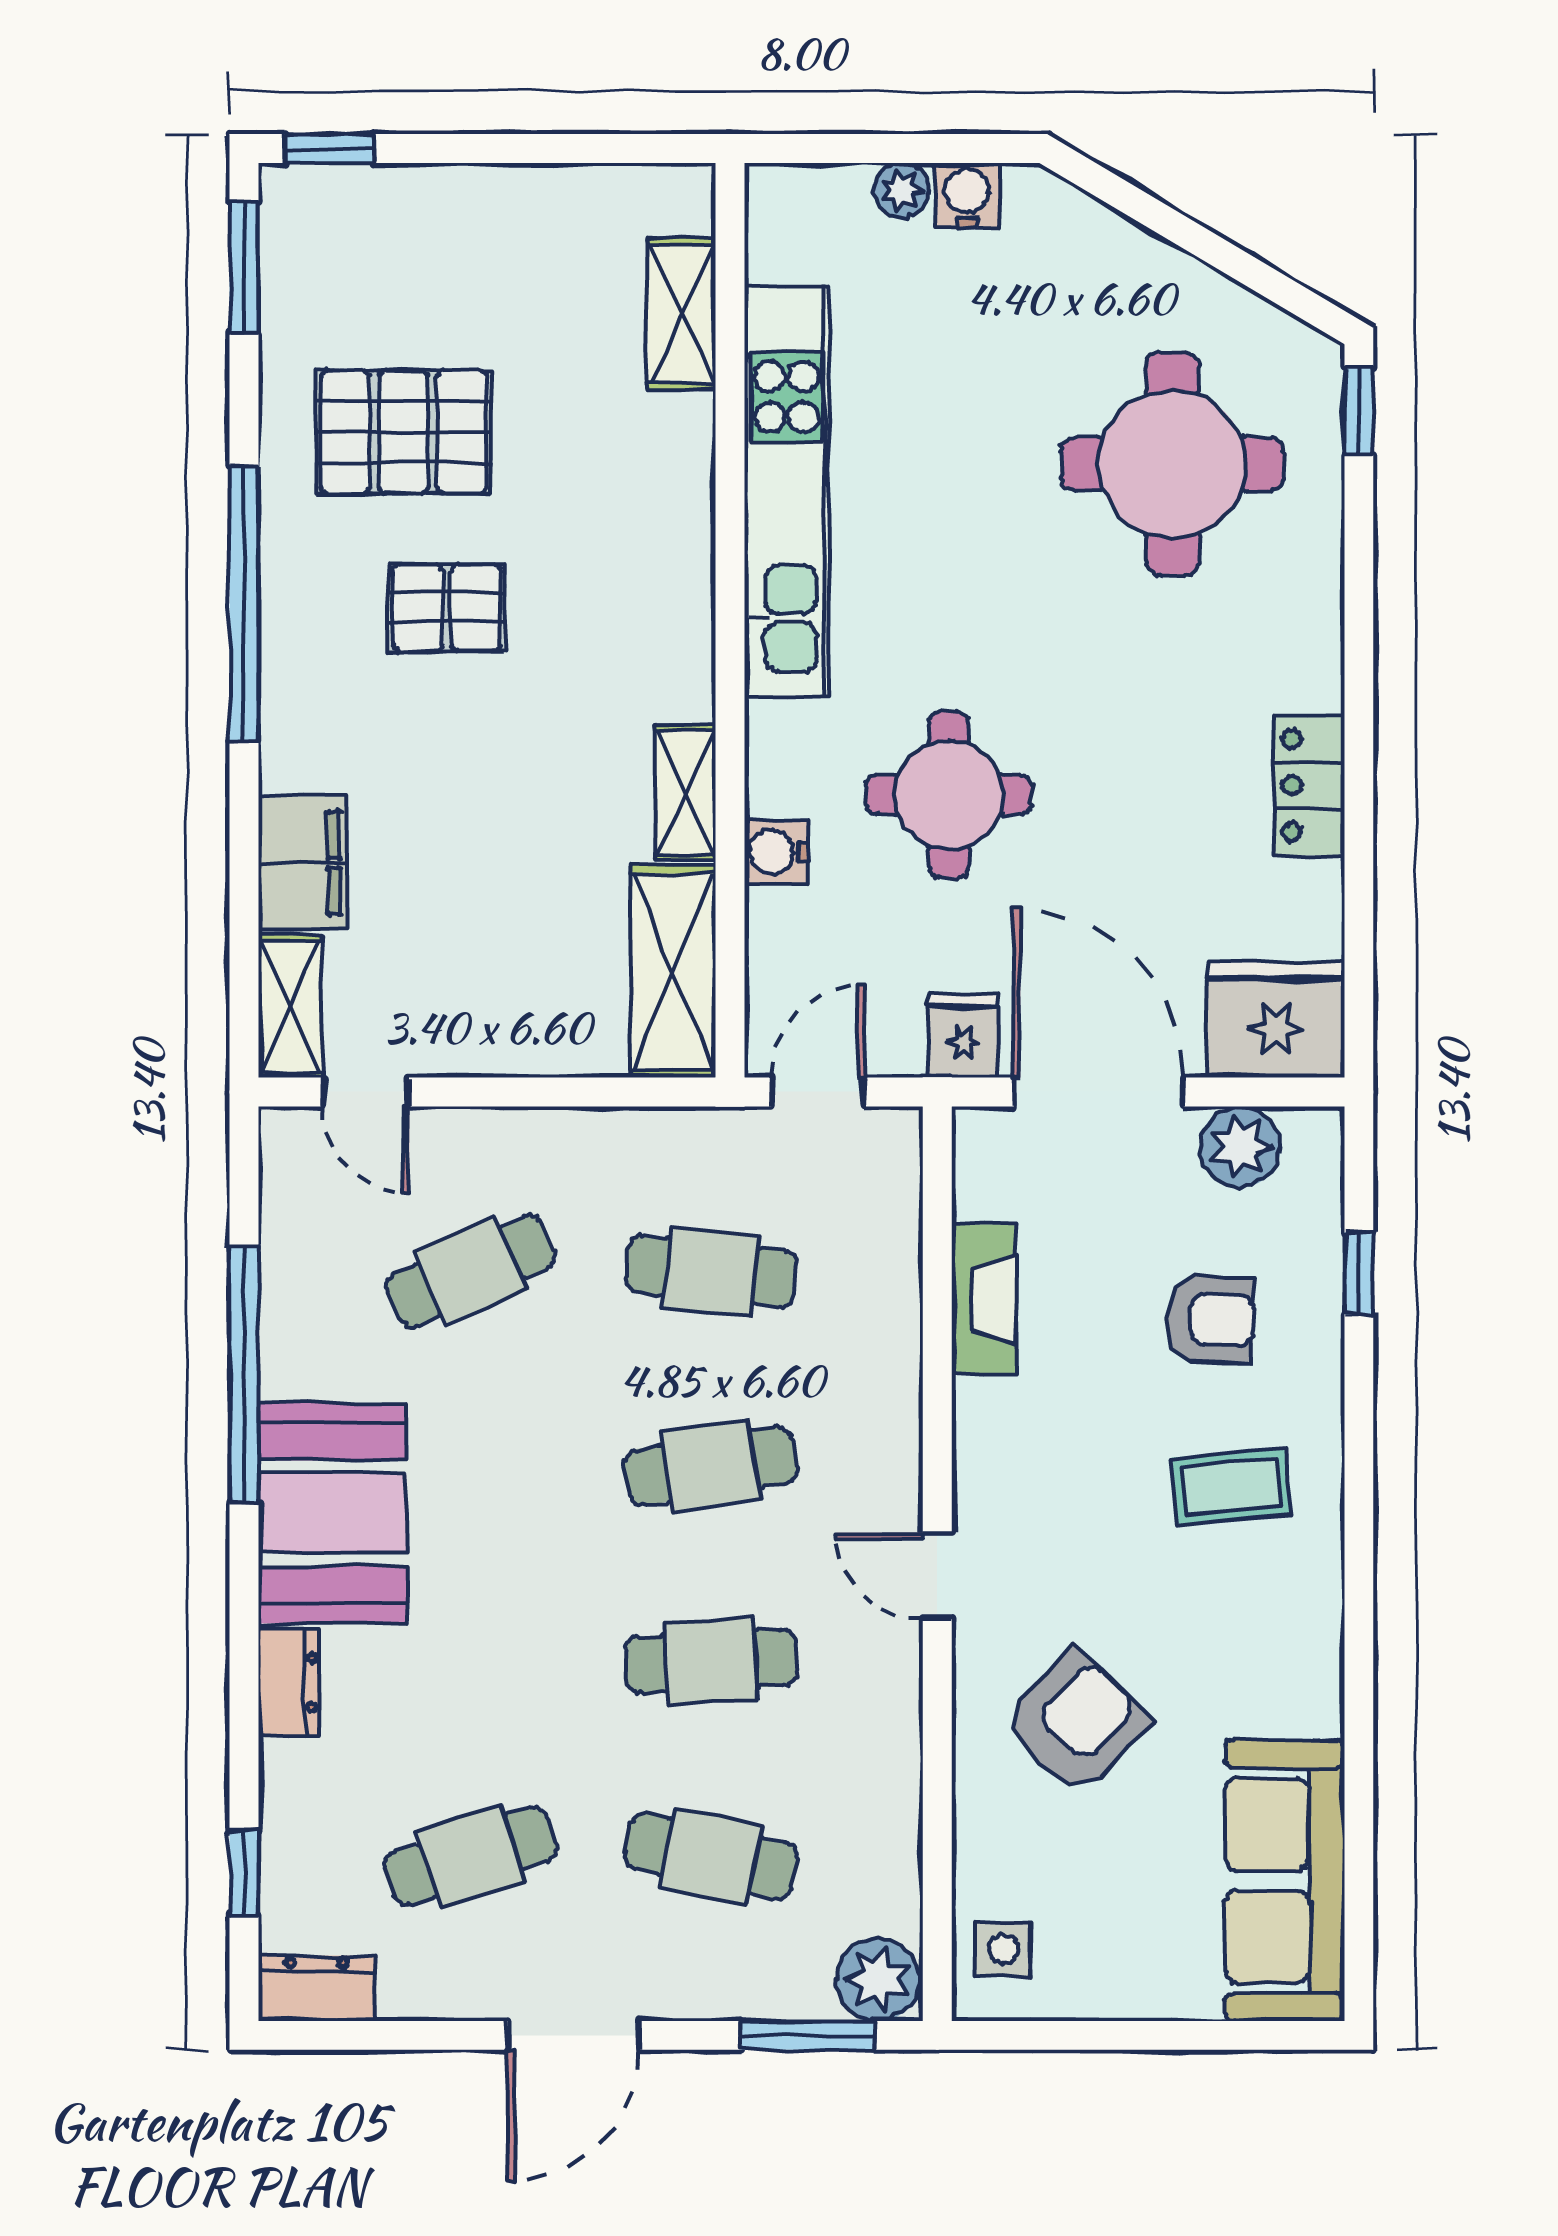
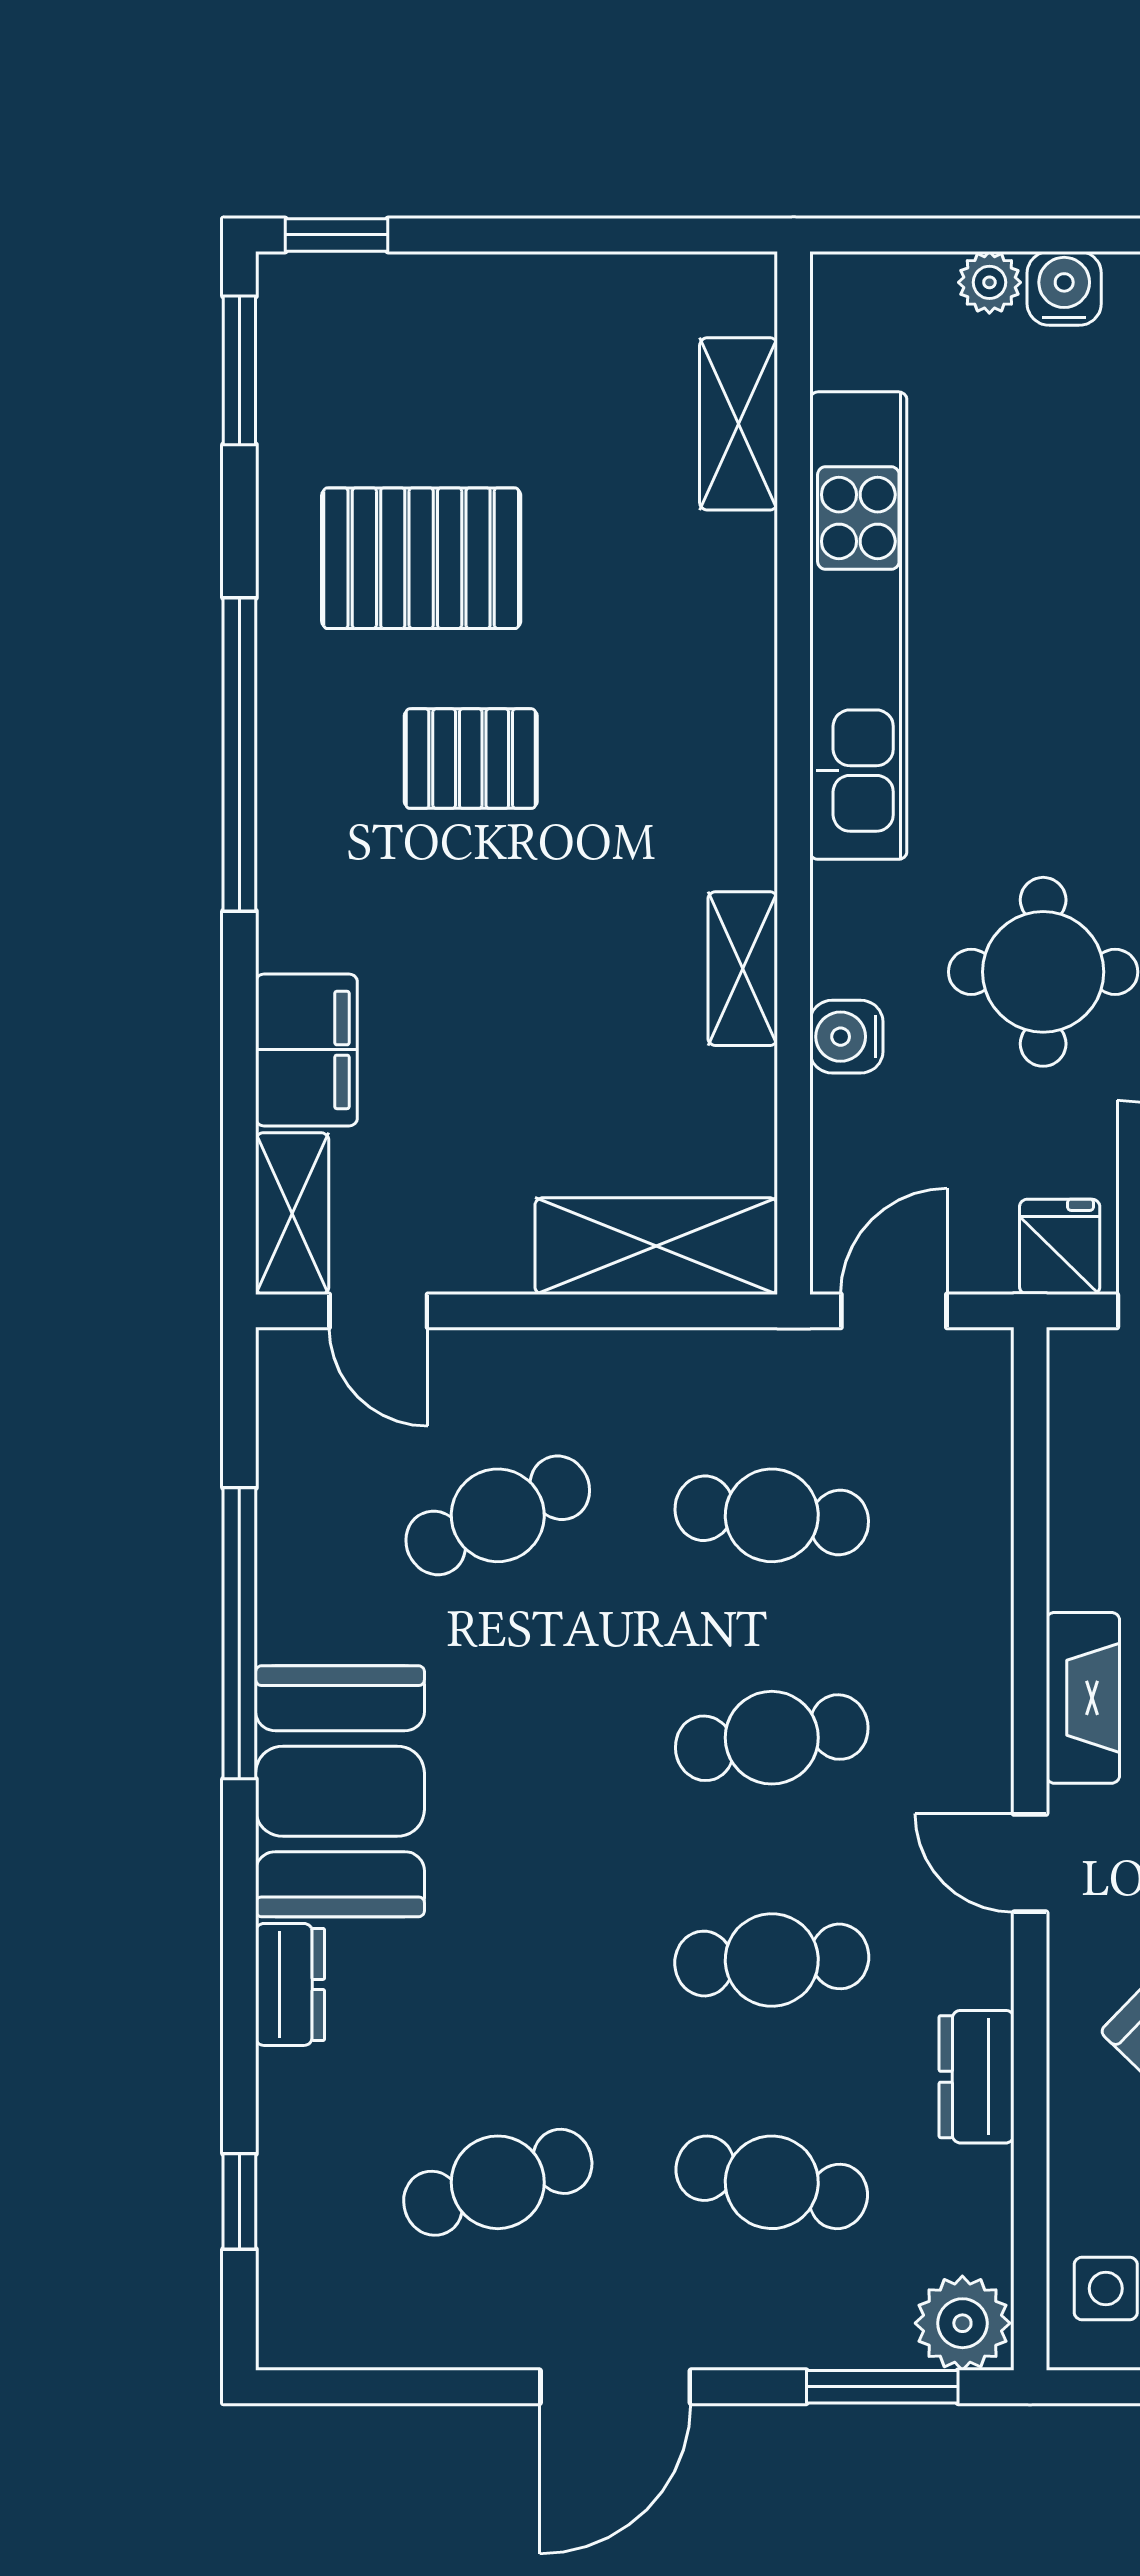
shelving: (673, 971) -> (656, 1246), moved, turned 90
fireplace: (984, 1299) -> (1083, 1698), moved
dresser: (316, 1988) -> (976, 2077), moved, turned -90

